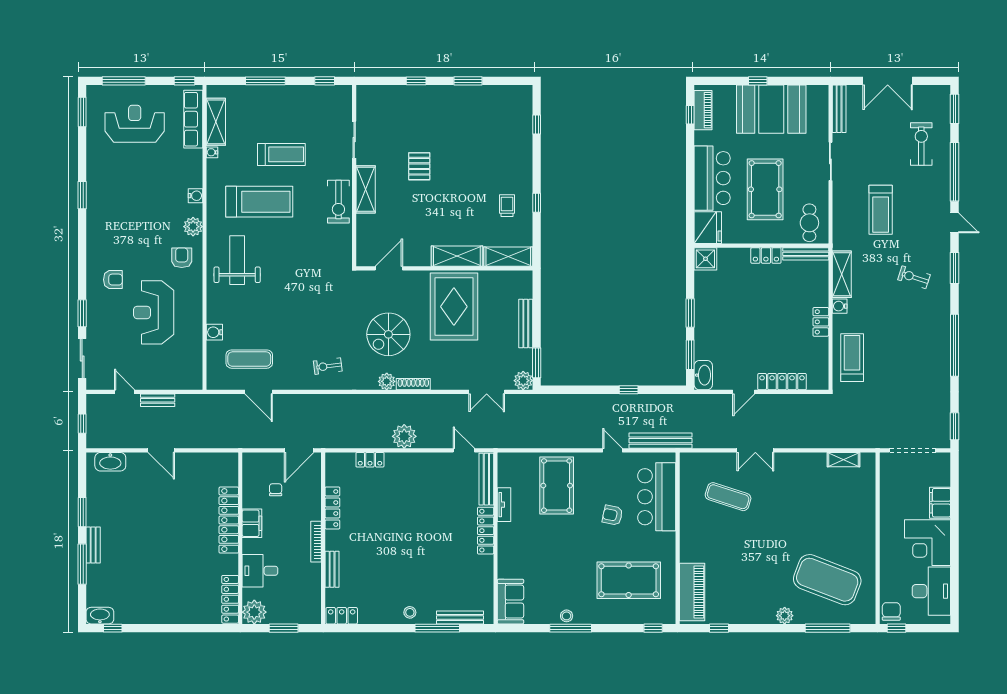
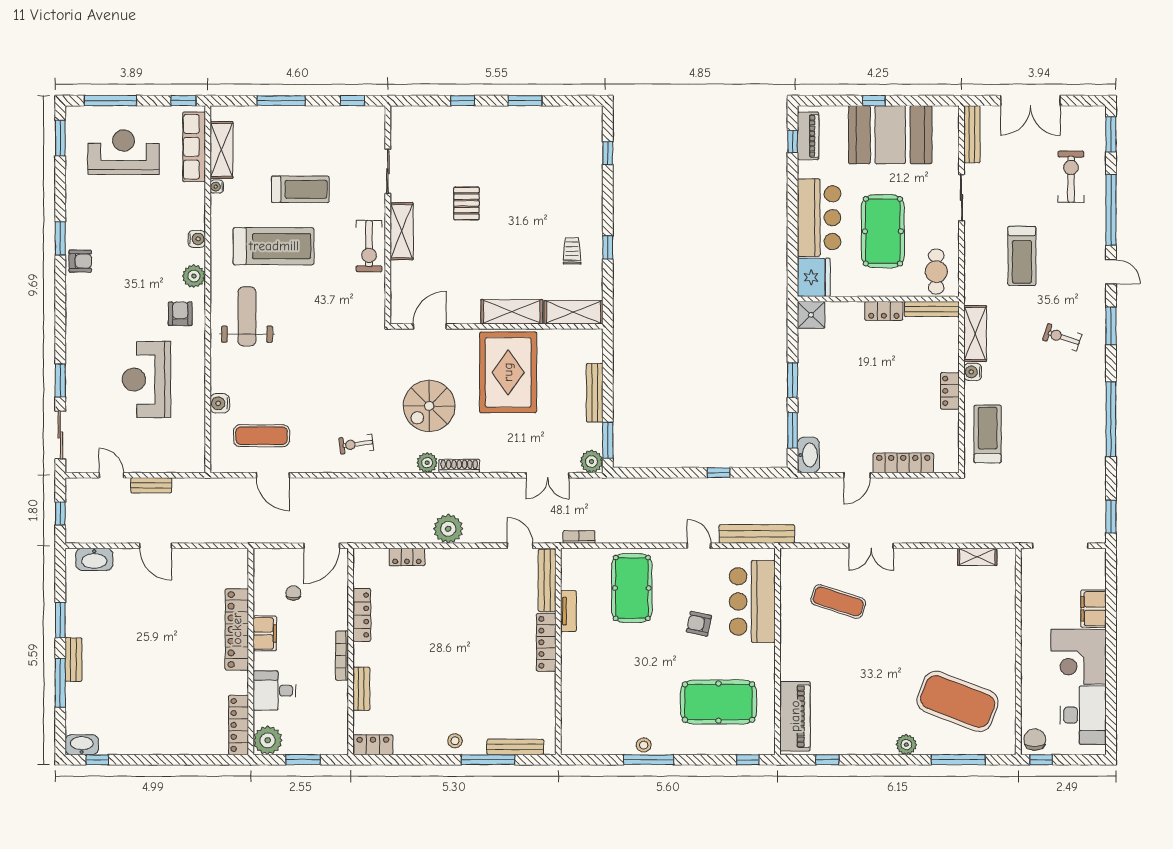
armchair: (113, 280) -> (80, 261), moved
bookcase: (513, 443) -> (579, 537), added
sofa: (511, 602) -> (576, 728), removed

